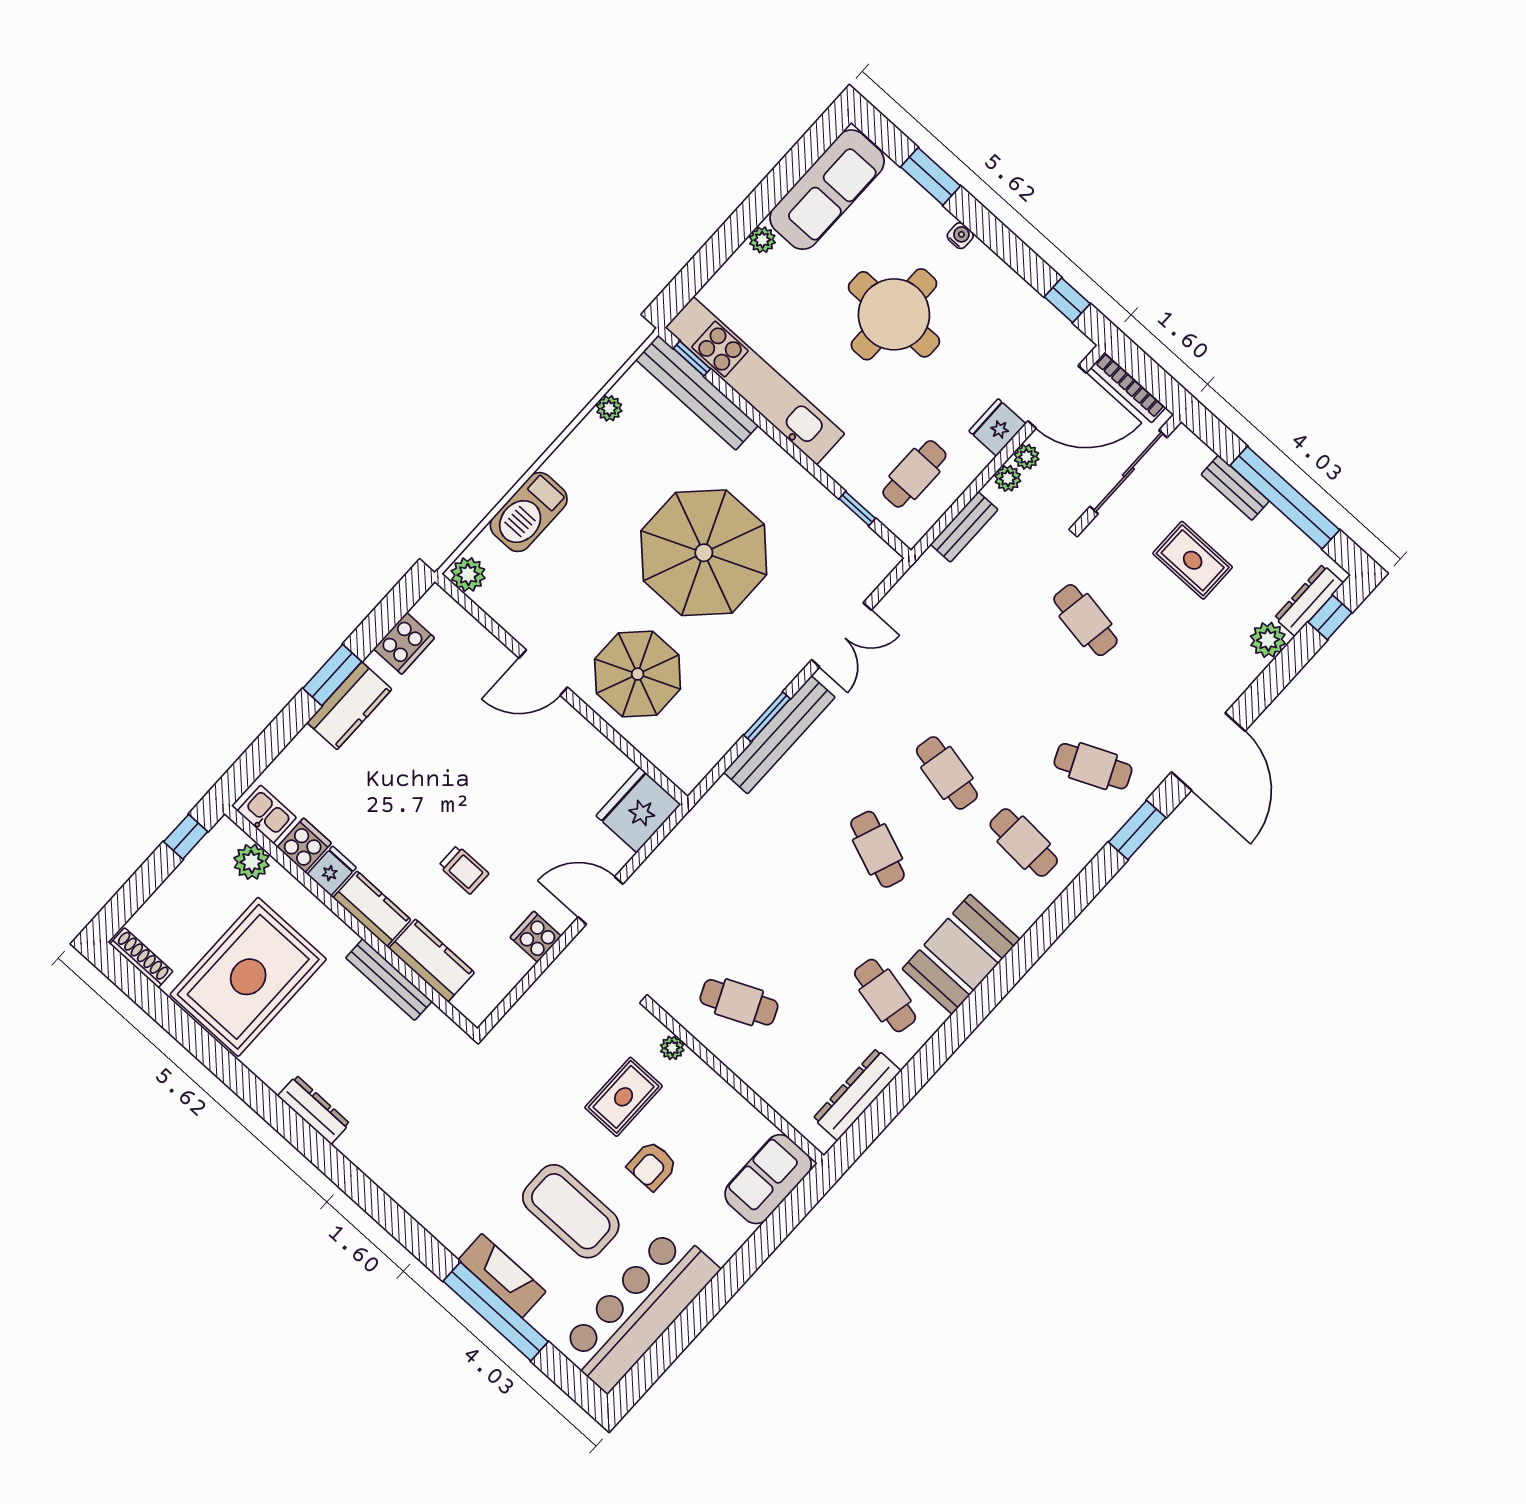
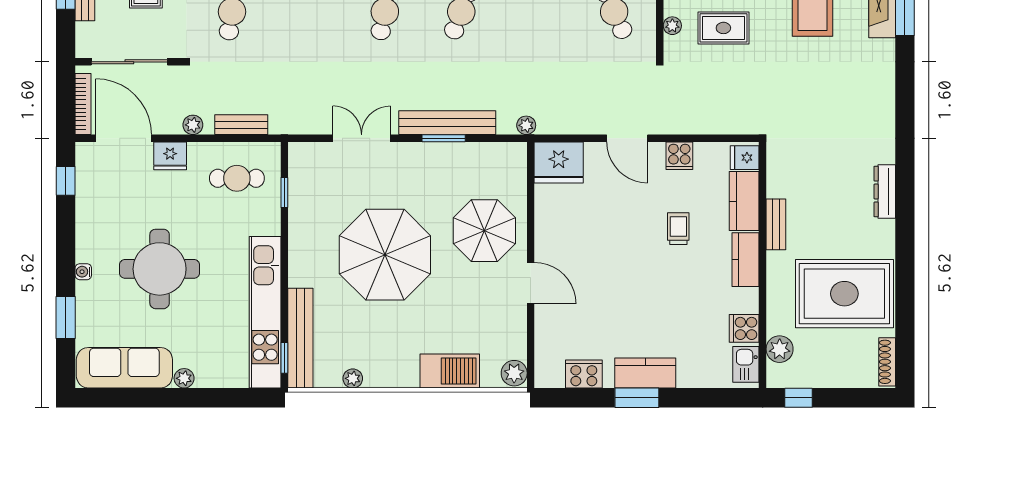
plant: (1027, 457) -> (526, 125), moved
fridge: (332, 871) -> (745, 158), moved
bench: (389, 980) -> (776, 224), width x0.73

